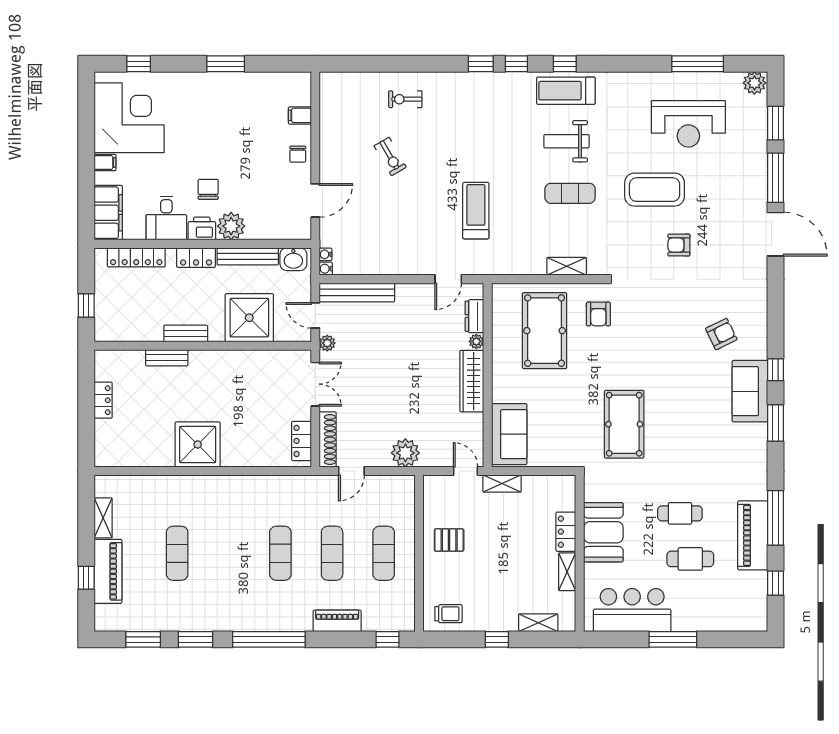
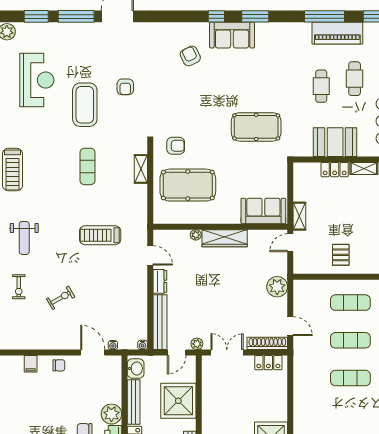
weight bench: (566, 141) -> (24, 238), moved
water cooler: (326, 254) -> (113, 345), moved
dresser: (474, 316) -> (160, 281), moved, turned -90

